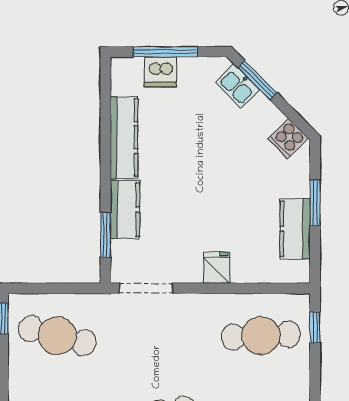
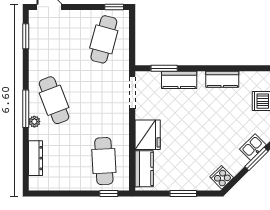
kitchen counter: (124, 137) -> (222, 79), width x0.67
kitchen counter: (295, 229) -> (144, 169), moved, turned 90
fridge: (217, 268) -> (148, 135), width x1.88, depth x1.34

